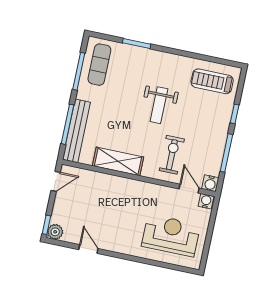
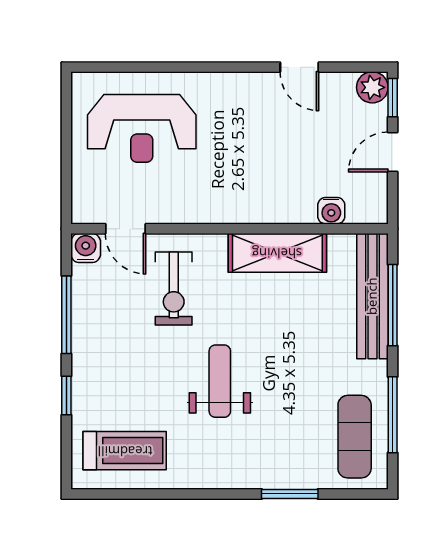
door: (56, 181) -> (393, 152), moved
water cooler: (206, 201) -> (331, 211), moved

